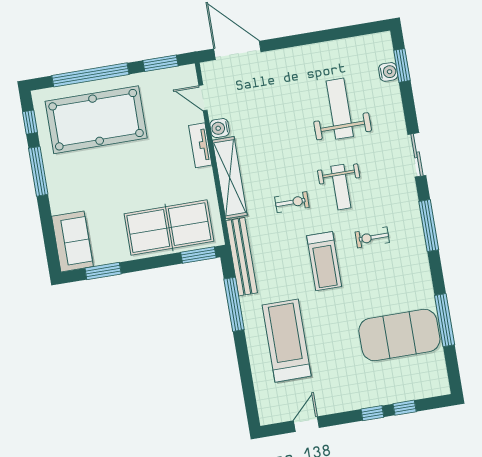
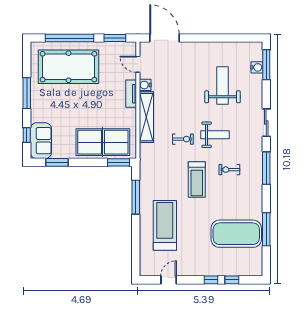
window: (402, 65) -> (266, 65), width x1.44
window: (30, 122) -> (27, 135), moved
weight bench: (341, 187) -> (215, 135), turned -90
bench: (242, 257) -> (145, 168), removed

